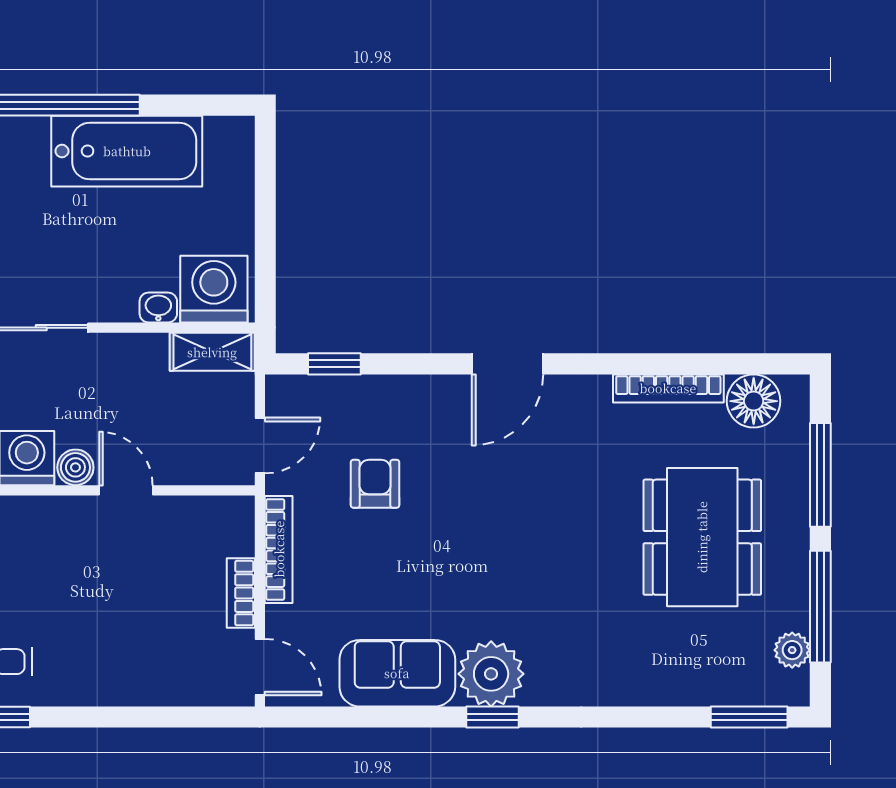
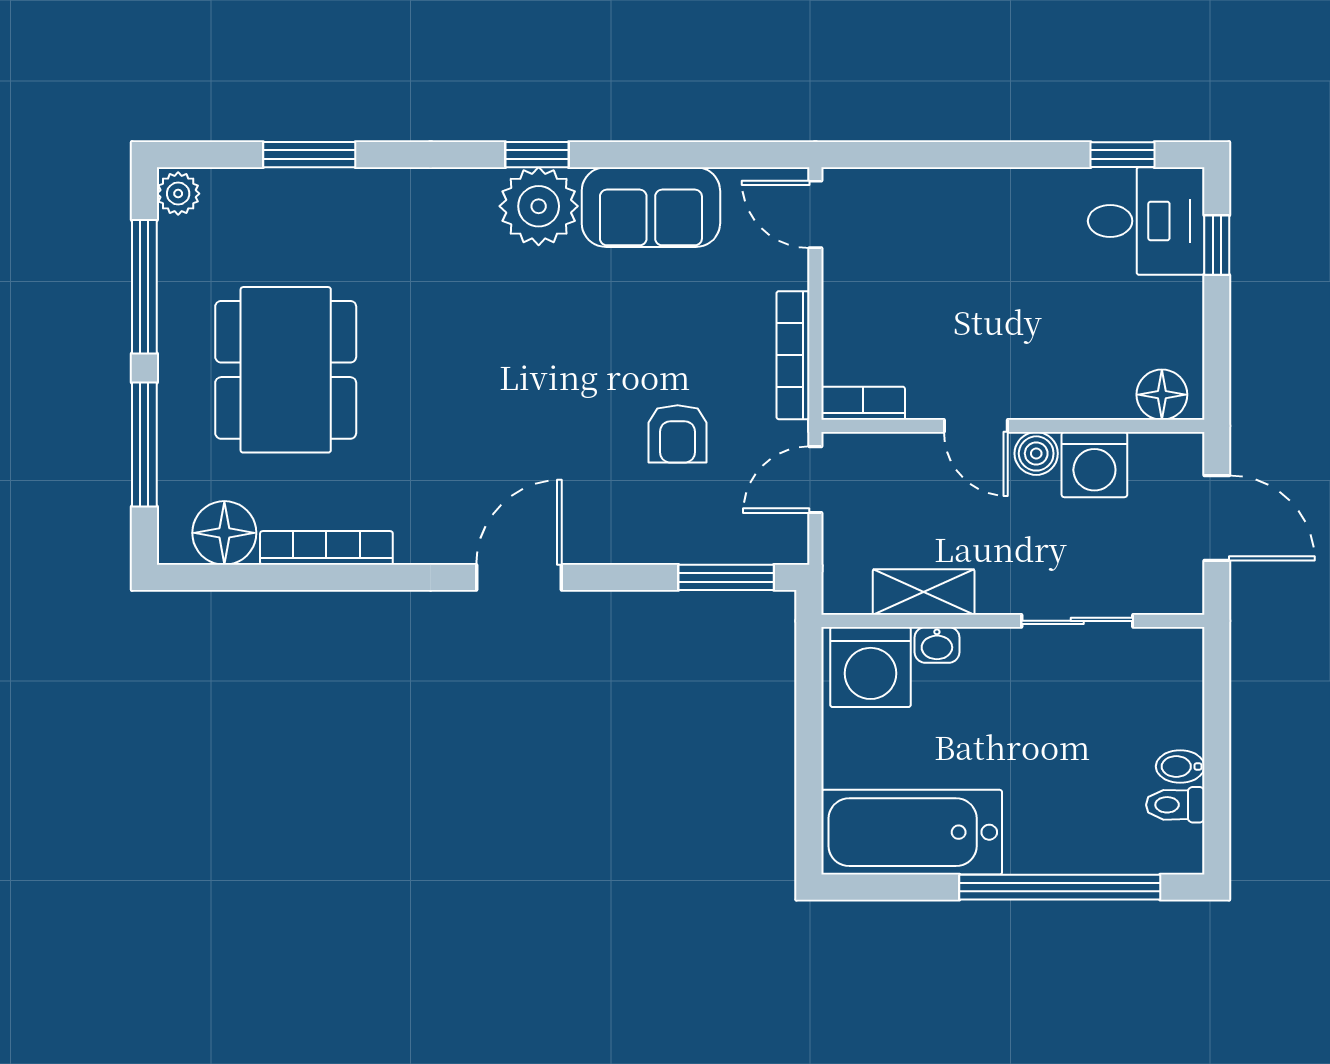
bathtub: (127, 151) -> (912, 832), moved
shelving: (212, 352) -> (924, 592), moved
window: (334, 364) -> (726, 577), width x1.50
bookcase: (241, 593) -> (863, 403), moved, turned -90
plant: (792, 650) -> (178, 194), moved
window: (749, 717) -> (309, 155), moved

